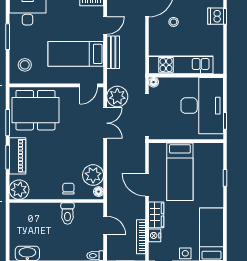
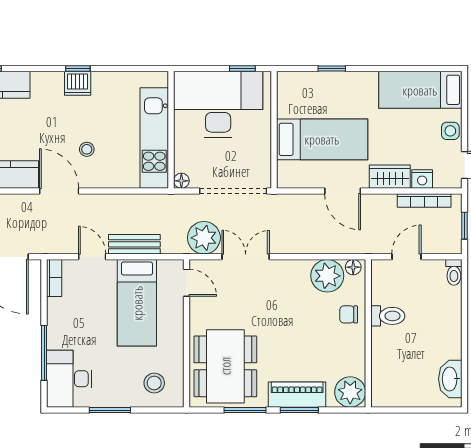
door: (147, 185) -> (343, 191), hinge flipped

